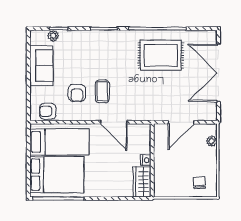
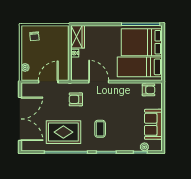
coffee table: (102, 91) -> (100, 129), moved
armchair: (77, 93) -> (76, 99), moved, turned -90

